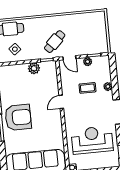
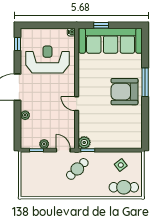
plant: (34, 68) -> (84, 143), moved
coffee table: (87, 88) -> (47, 116), removed
door: (61, 102) -> (77, 104), swing flipped
reception desk: (92, 140) -> (47, 59), turned 180

